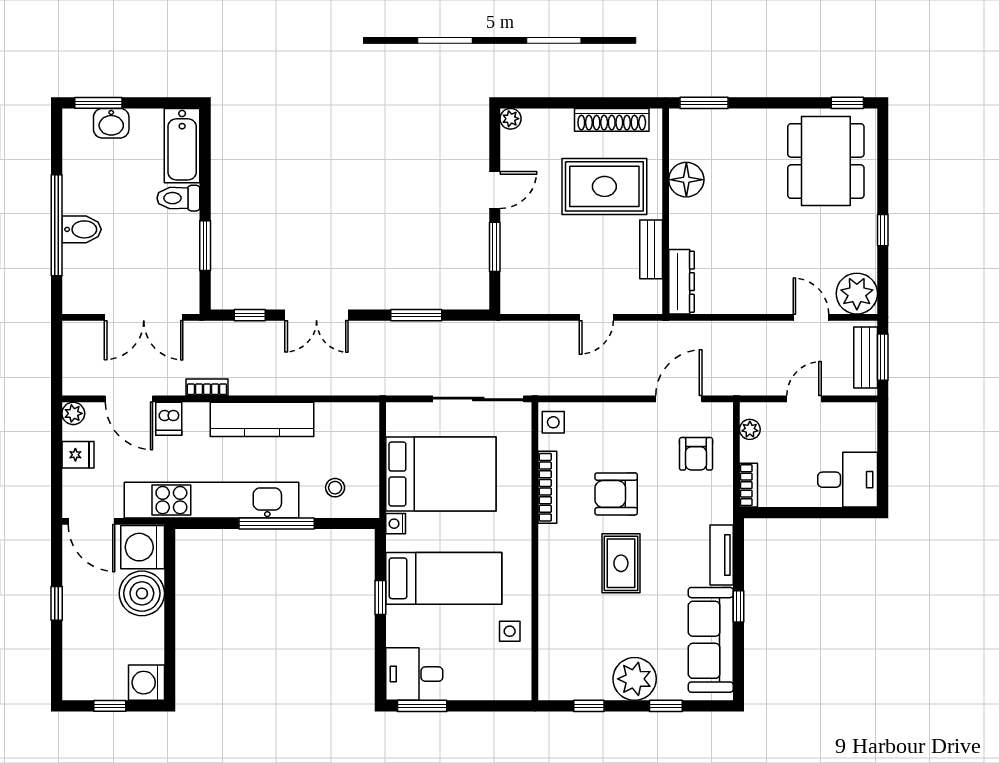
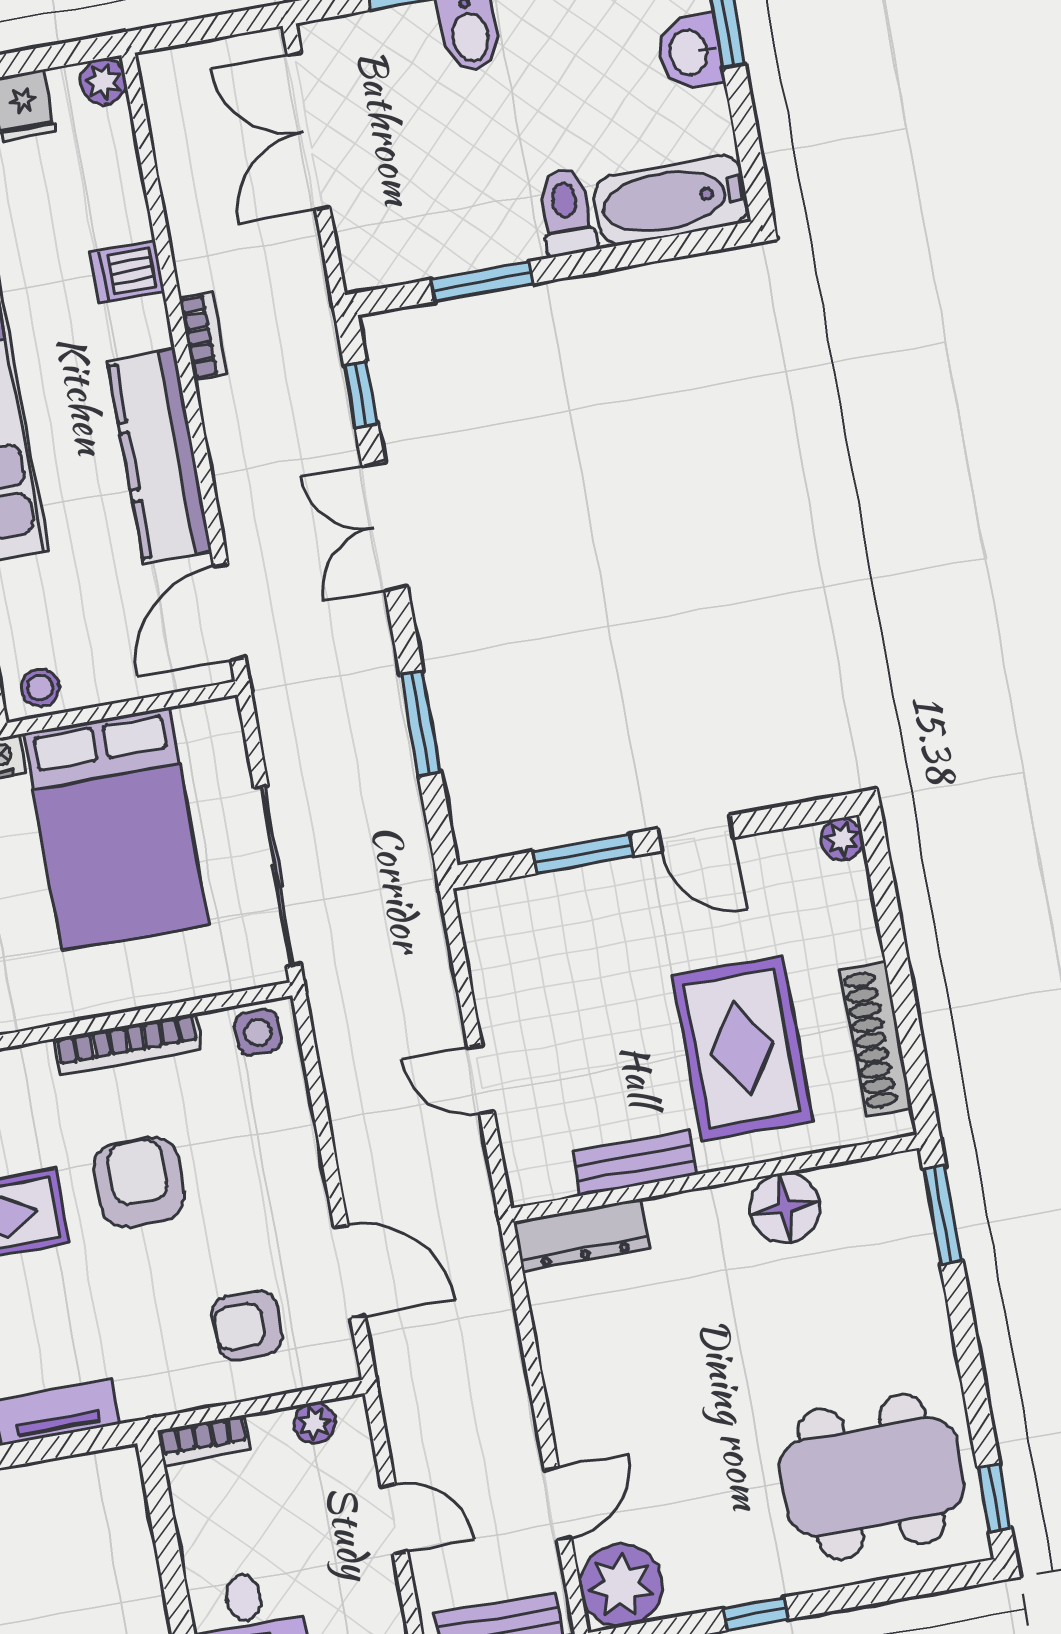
double door: (144, 317) -> (308, 131), moved
door: (129, 399) -> (229, 612), moved
stool: (335, 488) -> (40, 687), moved

